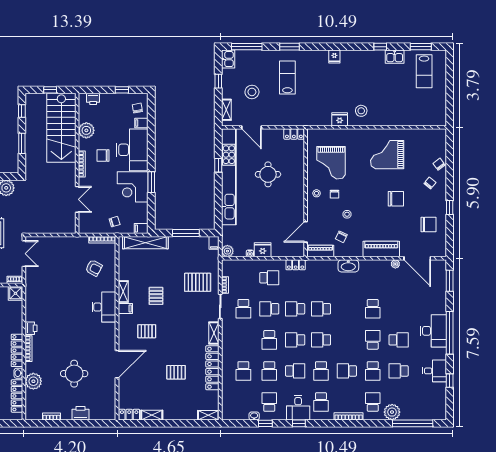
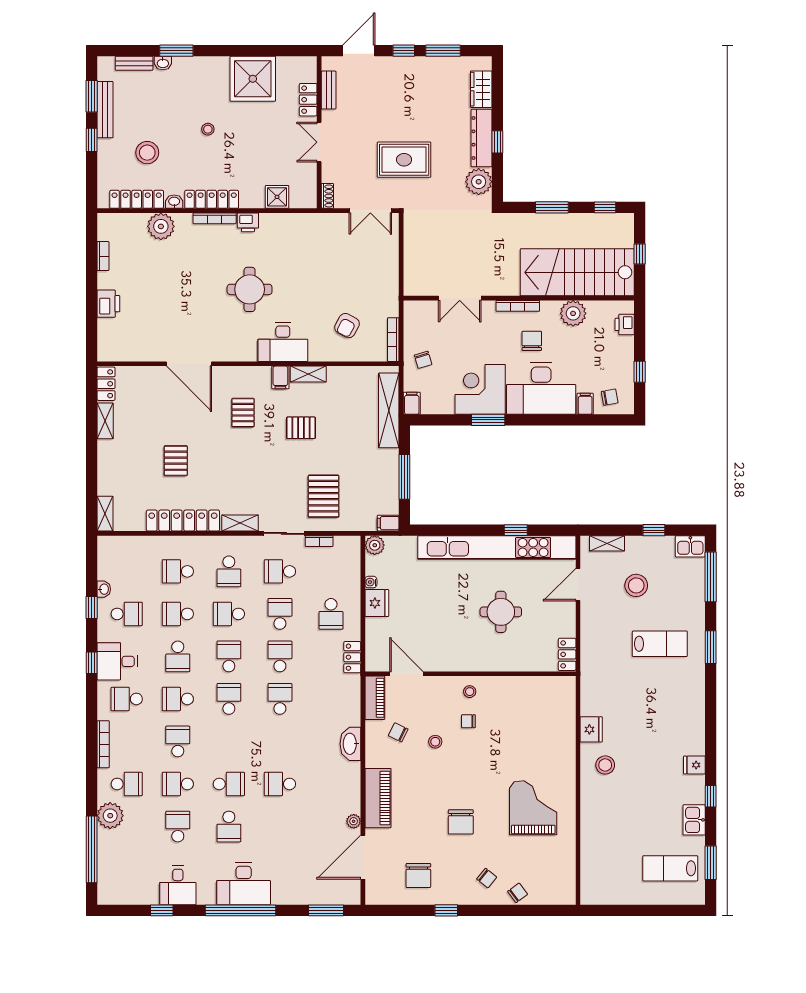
fridge: (334, 57) -> (694, 765), moved
grand piano: (331, 163) -> (520, 715), removed
shower: (15, 293) -> (277, 197), moved
school desk: (243, 340) -> (229, 571), added
round table: (74, 374) -> (250, 289), moved

